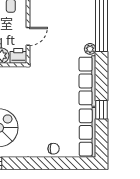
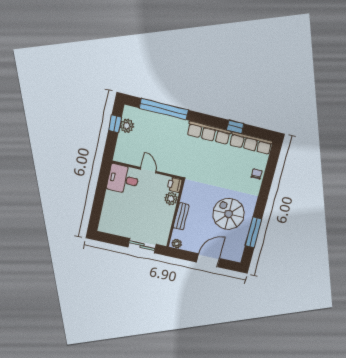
door: (28, 36) -> (148, 170), moved
plant: (90, 49) -> (183, 124), removed

